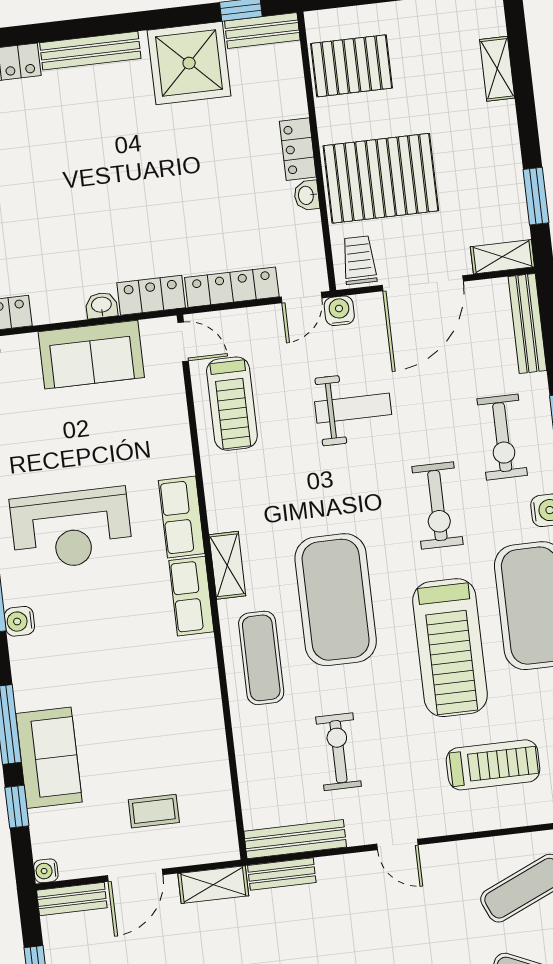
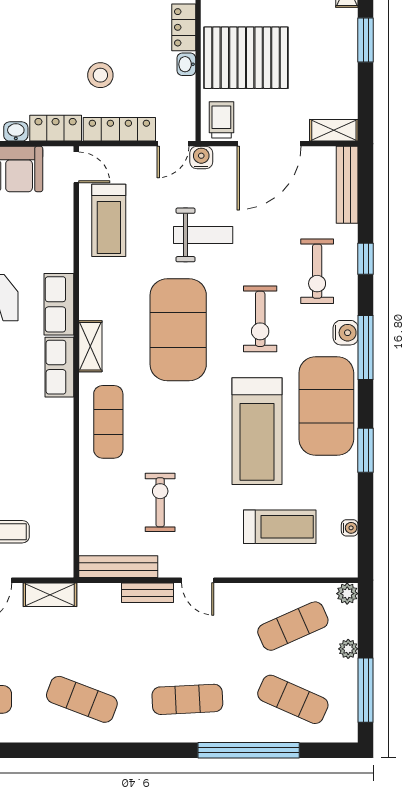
window: (536, 196) -> (366, 40), moved
stool: (200, 222) -> (100, 75), added
exercise mat: (336, 600) -> (178, 330), moved
bench: (282, 874) -> (148, 593), moved

